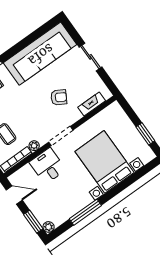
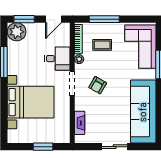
armchair: (59, 97) -> (98, 85), moved
window: (145, 134) -> (43, 147), moved
plant: (49, 227) -> (17, 32), width x1.88, depth x1.88

